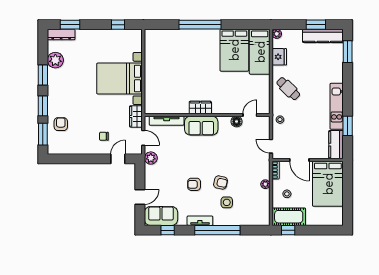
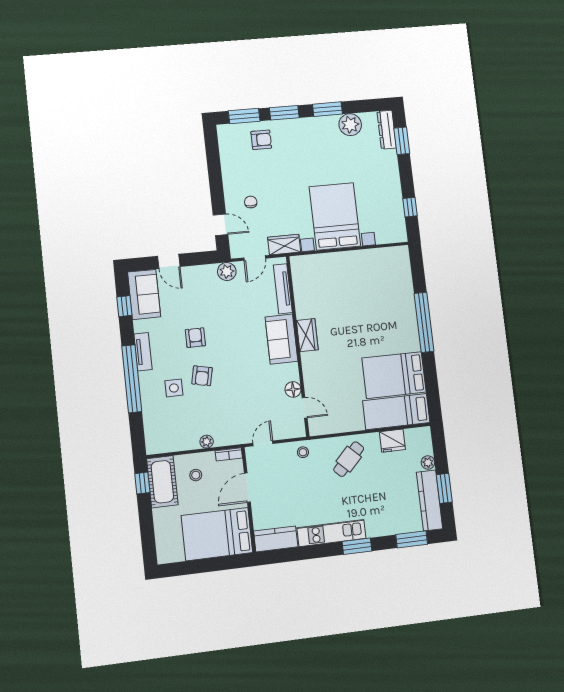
plant: (277, 34) -> (428, 463), moved
window: (348, 126) -> (357, 546), moved

